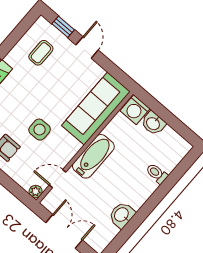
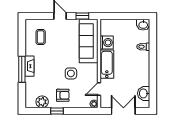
window: (63, 27) -> (82, 16), moved
washing machine: (135, 110) -> (107, 43), moved, turned -90
washbasin: (153, 123) -> (143, 25), moved
washbasin: (122, 215) -> (144, 93), moved

